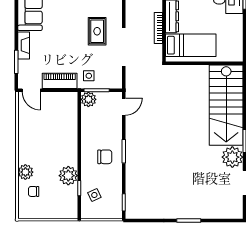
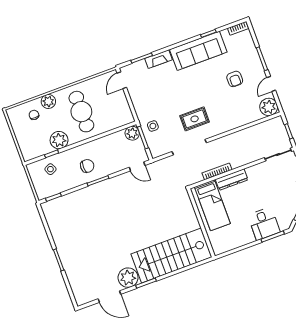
piano: (60, 81) -> (139, 102), removed
cafe table: (48, 142) -> (81, 112), added
chair: (105, 157) -> (87, 166), turned -90

